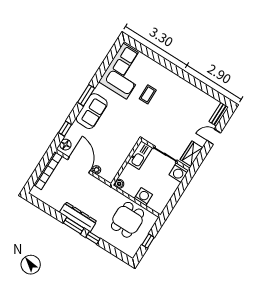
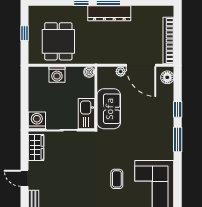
sofa: (92, 111) -> (109, 109), moved, turned 180
window: (65, 129) -> (178, 109), moved
door: (214, 137) -> (24, 178), swing flipped

